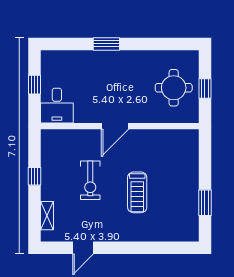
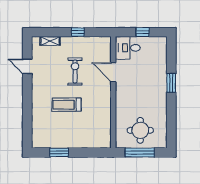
window: (205, 89) -> (140, 152), width x2.17
door: (115, 126) -> (113, 72), moved
exercise bike: (90, 180) -> (75, 71), turned 90

